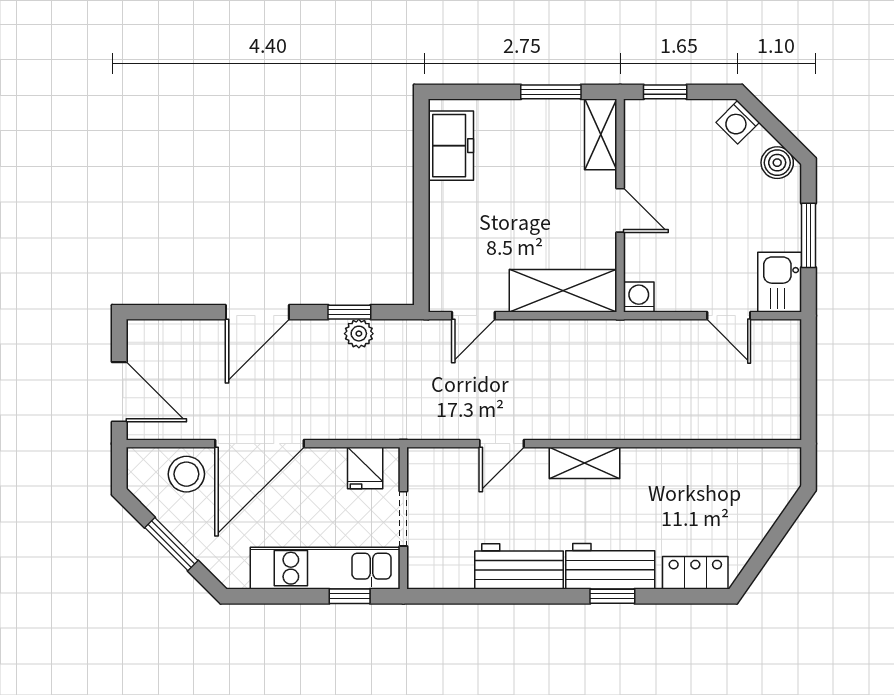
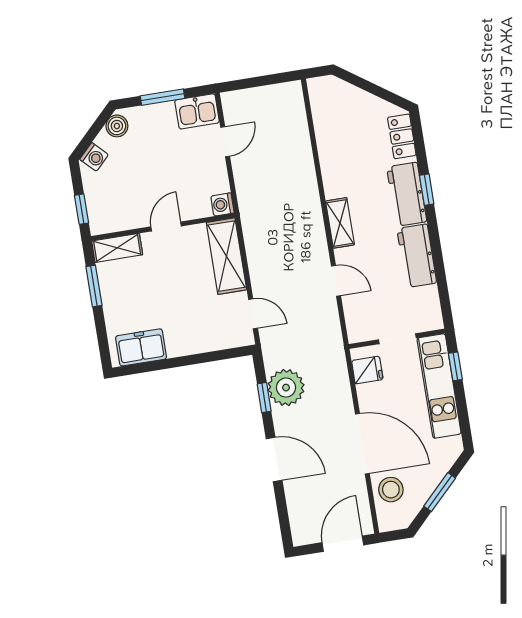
plant: (359, 334) -> (286, 388), width x1.88, depth x1.88

